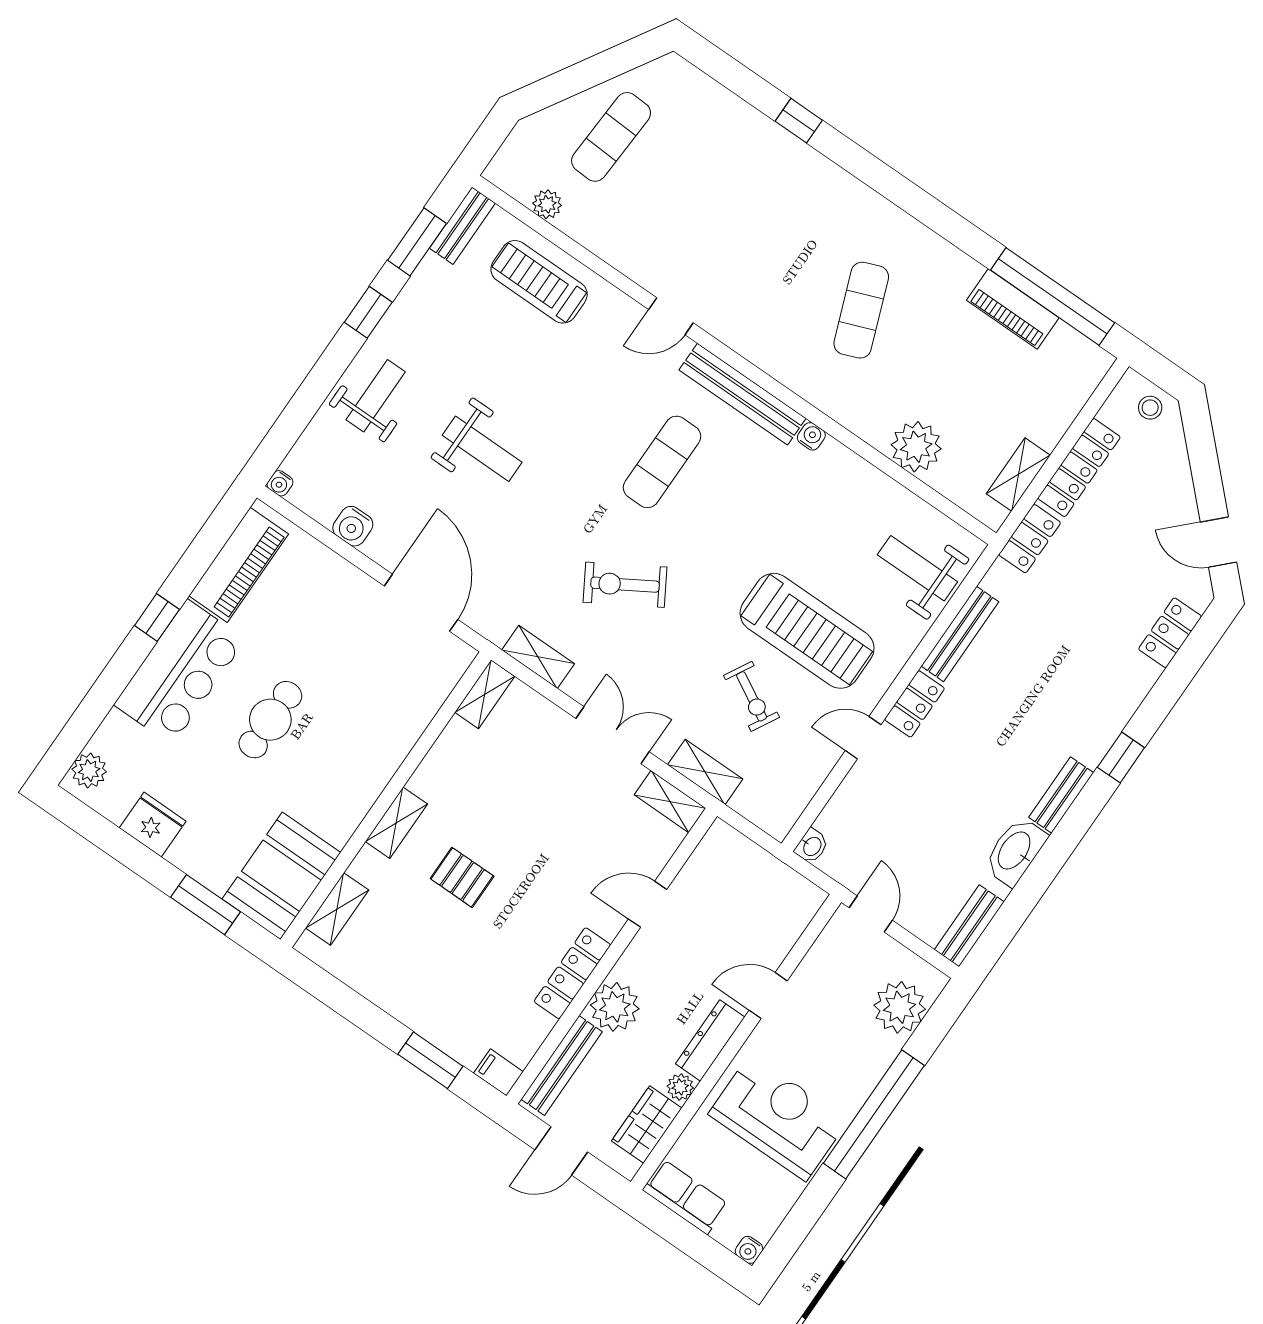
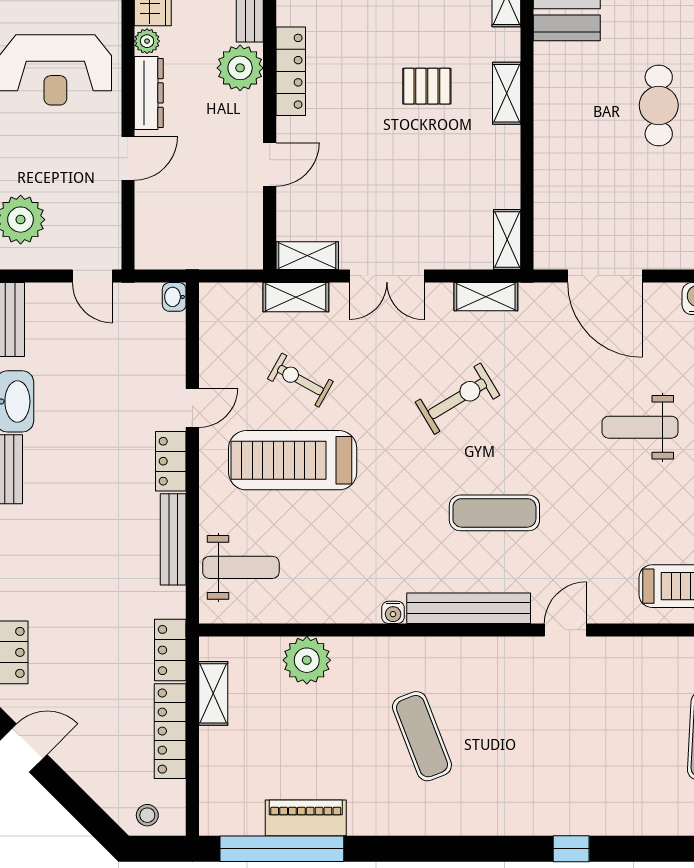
exercise mat: (662, 462) -> (494, 513), turned 90

